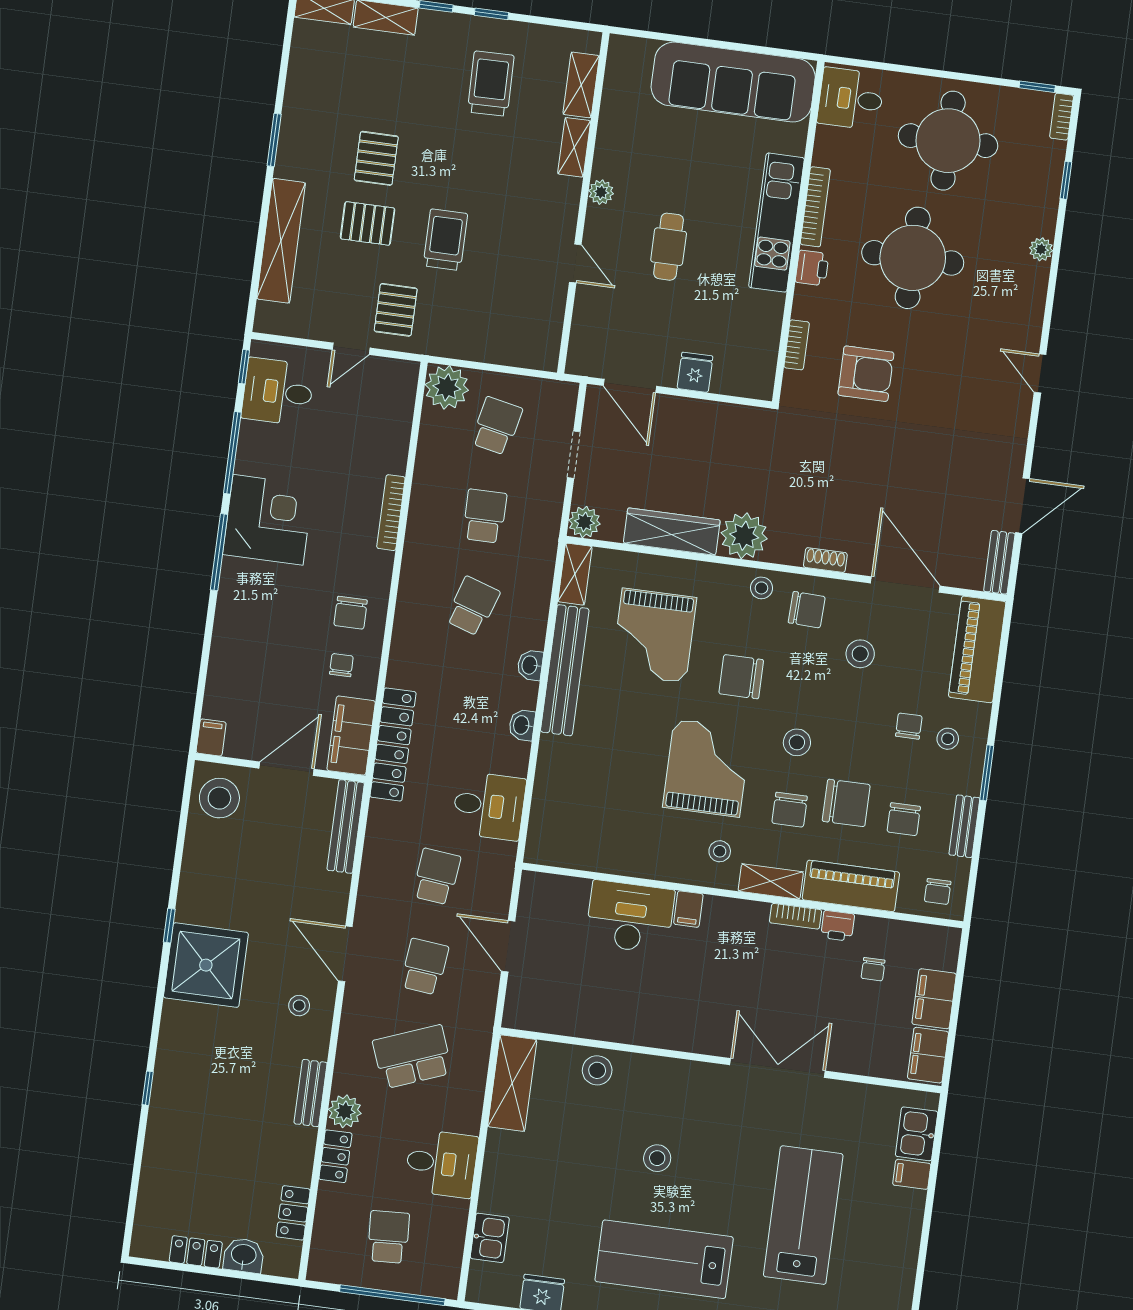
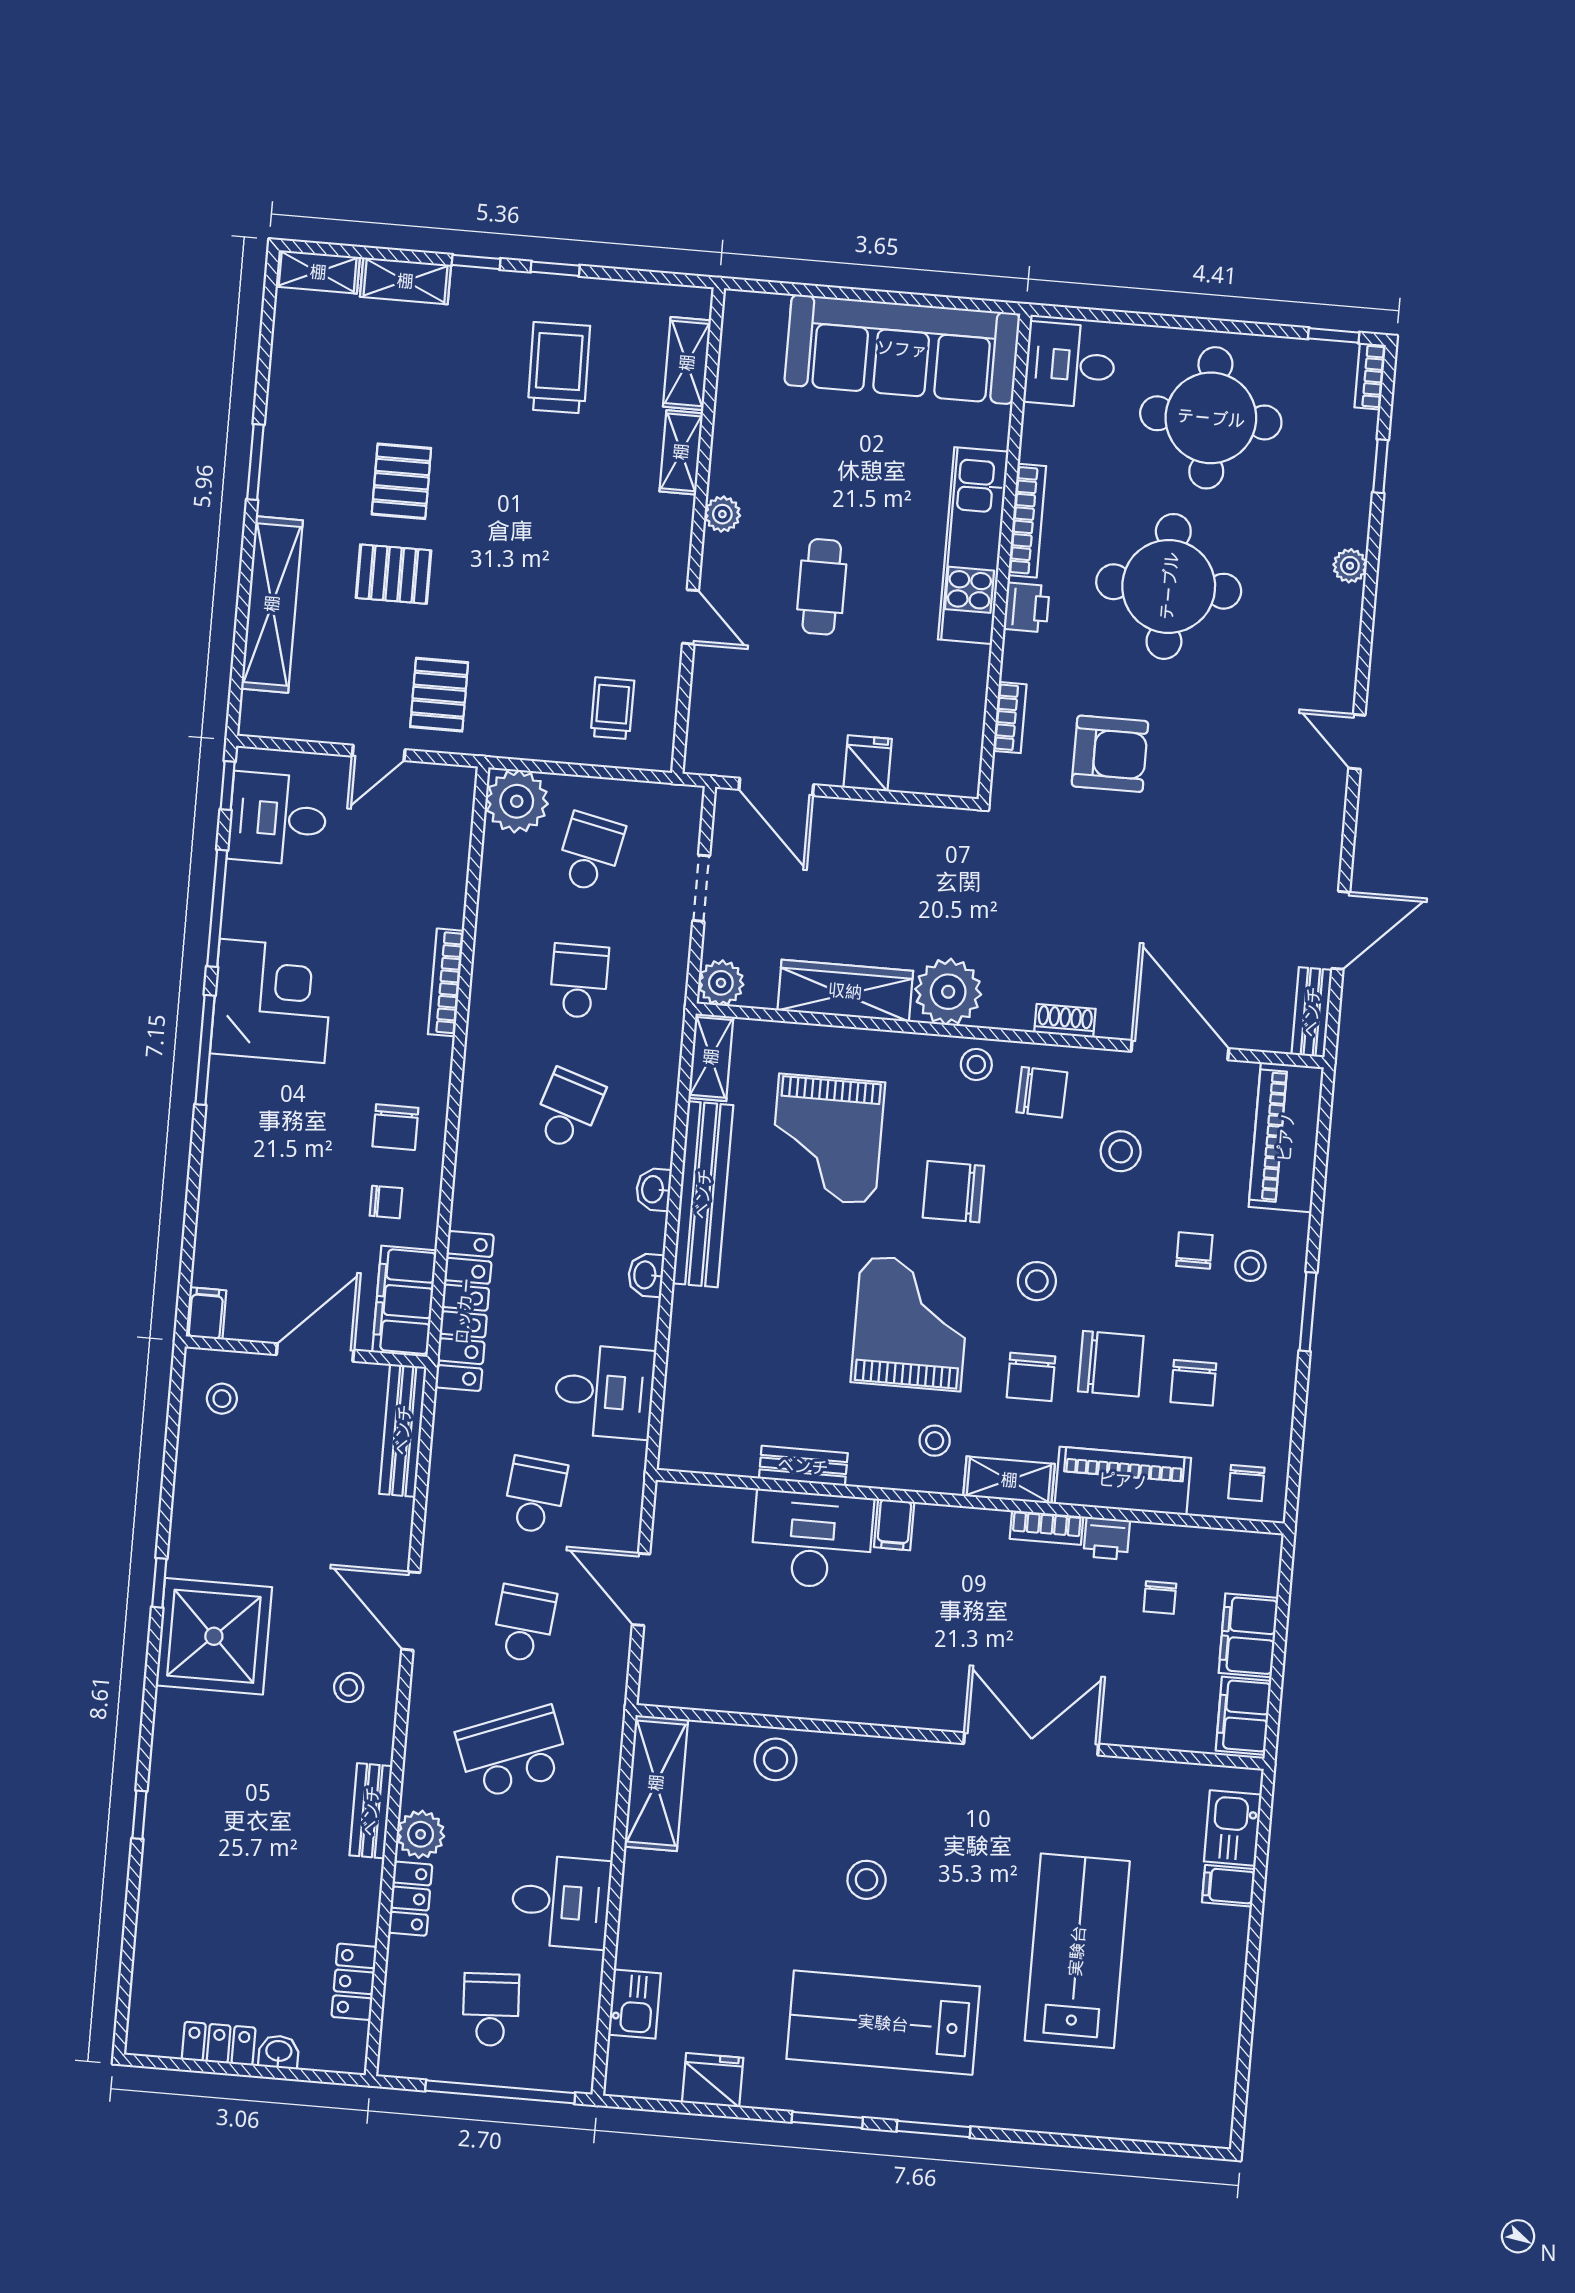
trolley: (445, 240) -> (612, 708), moved, width x0.73, depth x0.72
chair: (341, 665) -> (386, 1202), turned 90
stool: (219, 798) -> (222, 1399), width x0.53, depth x0.53
bench: (964, 826) -> (803, 1466), moved, turned 90
washbasin: (244, 1255) -> (279, 2052), width x0.72, depth x0.69

